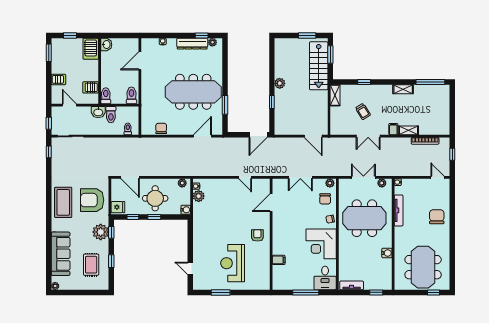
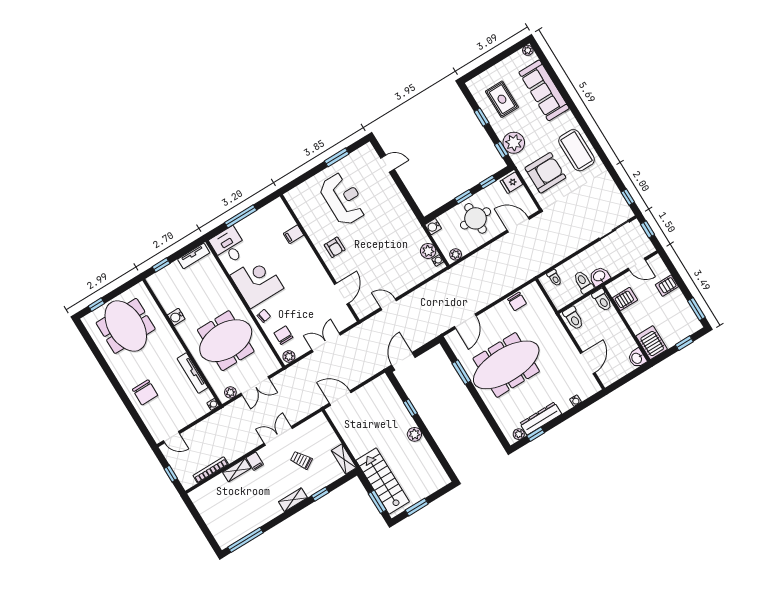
shelving: (403, 89) -> (293, 500), moved

